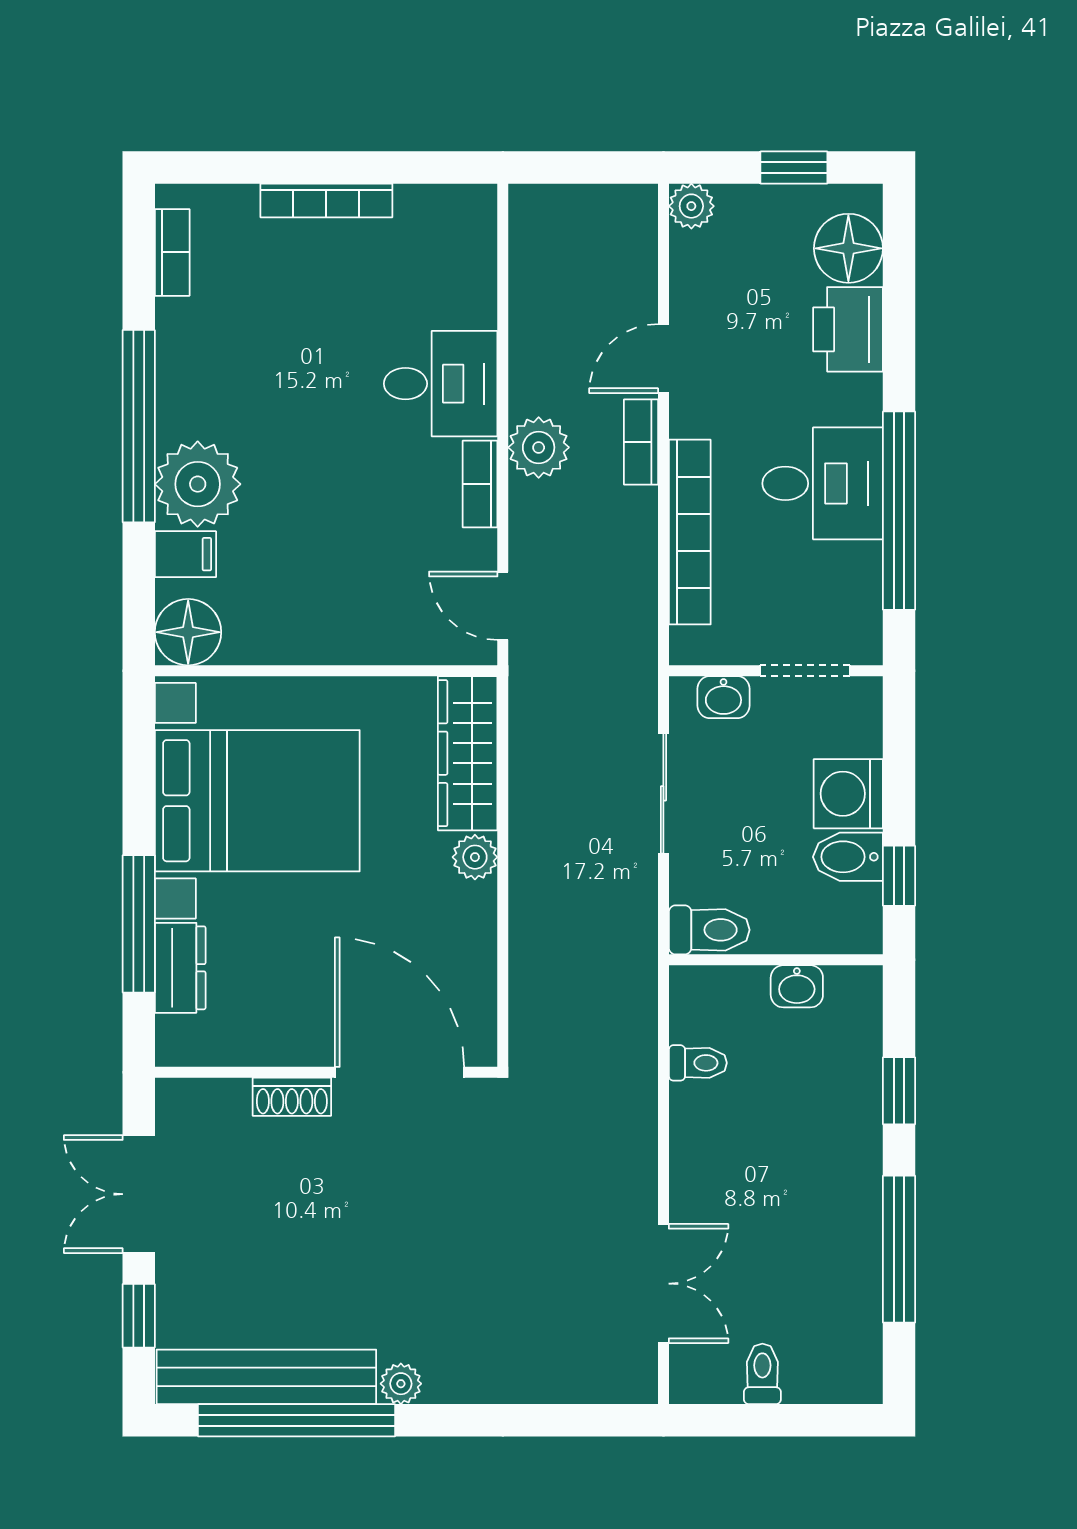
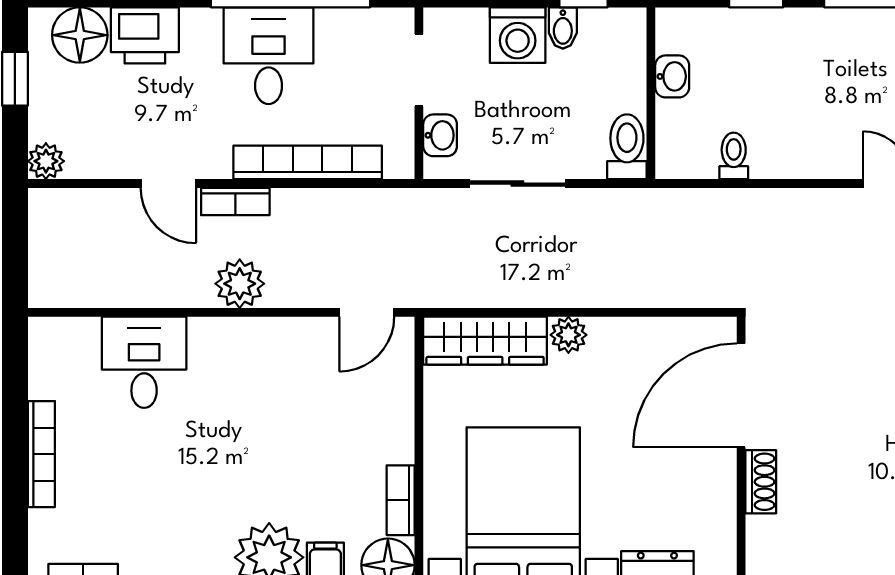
desk: (441, 384) -> (144, 362), moved
bookcase: (480, 484) -> (401, 500), moved, turned 90
bidet: (848, 857) -> (563, 28), width x0.72, depth x0.74

